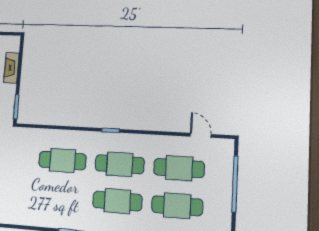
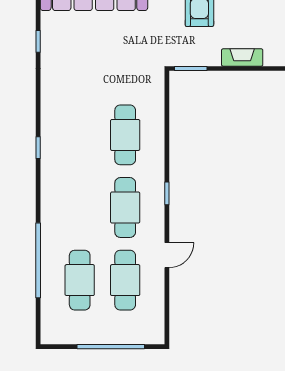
door: (201, 135) -> (167, 255), moved
cafe table: (117, 201) -> (80, 208), removed

